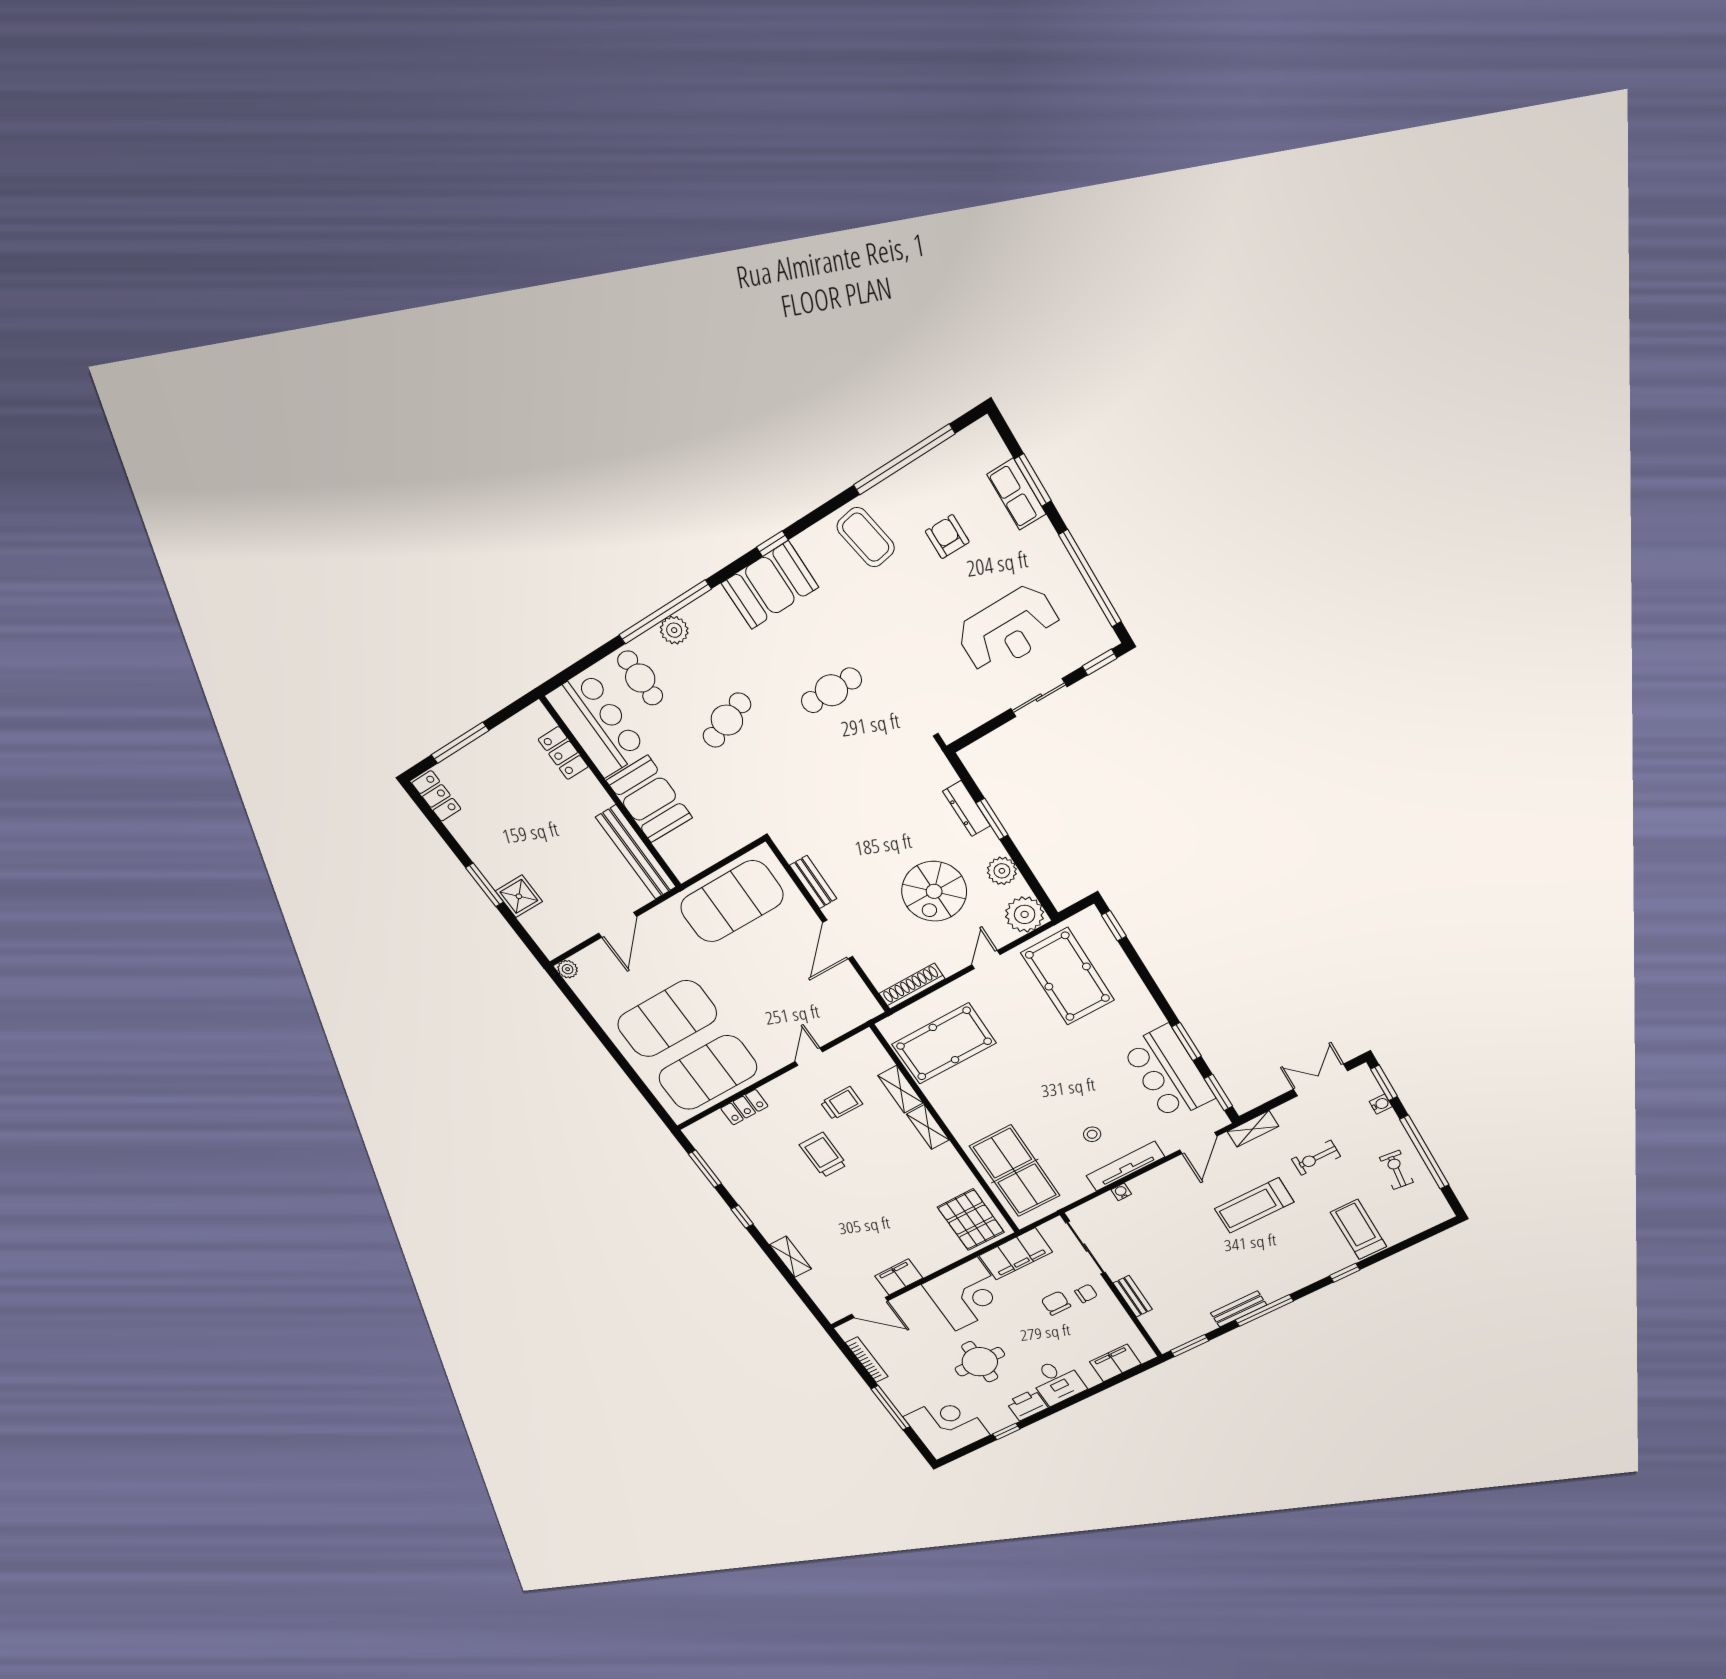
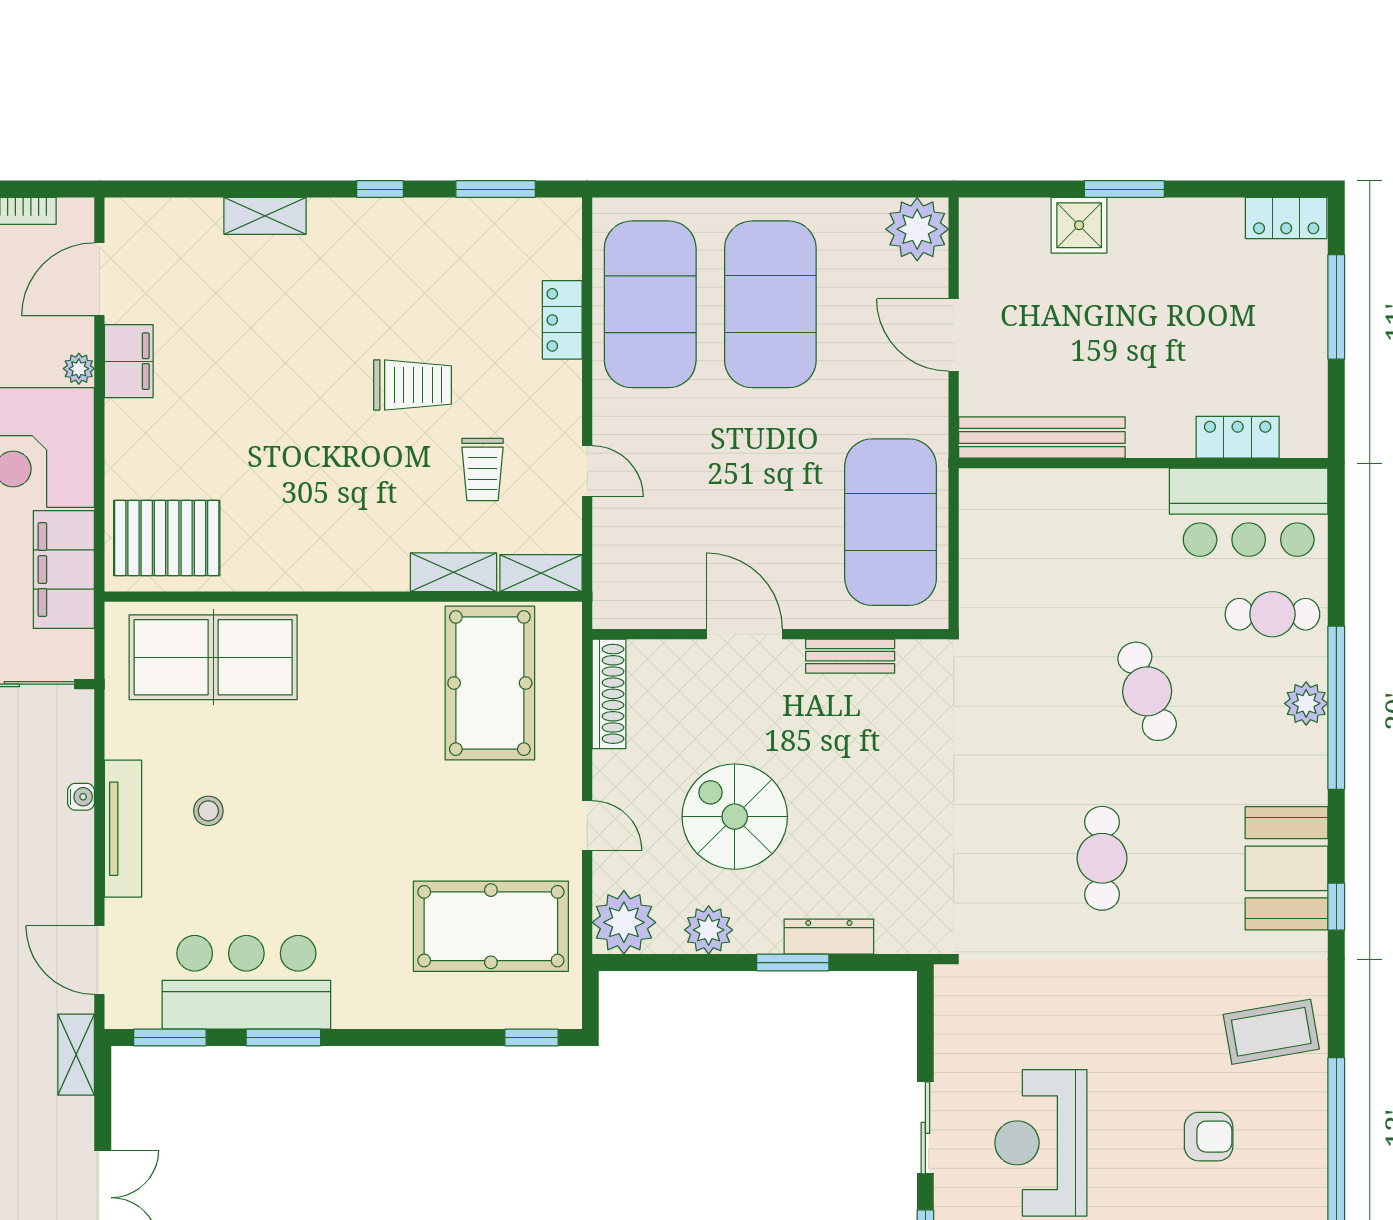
booth: (649, 799) -> (1104, 510), removed
plant: (568, 969) -> (917, 229), width x1.88, depth x1.88
shelving: (928, 1127) -> (541, 573), moved
plant: (917, 1295) -> (79, 369), added

